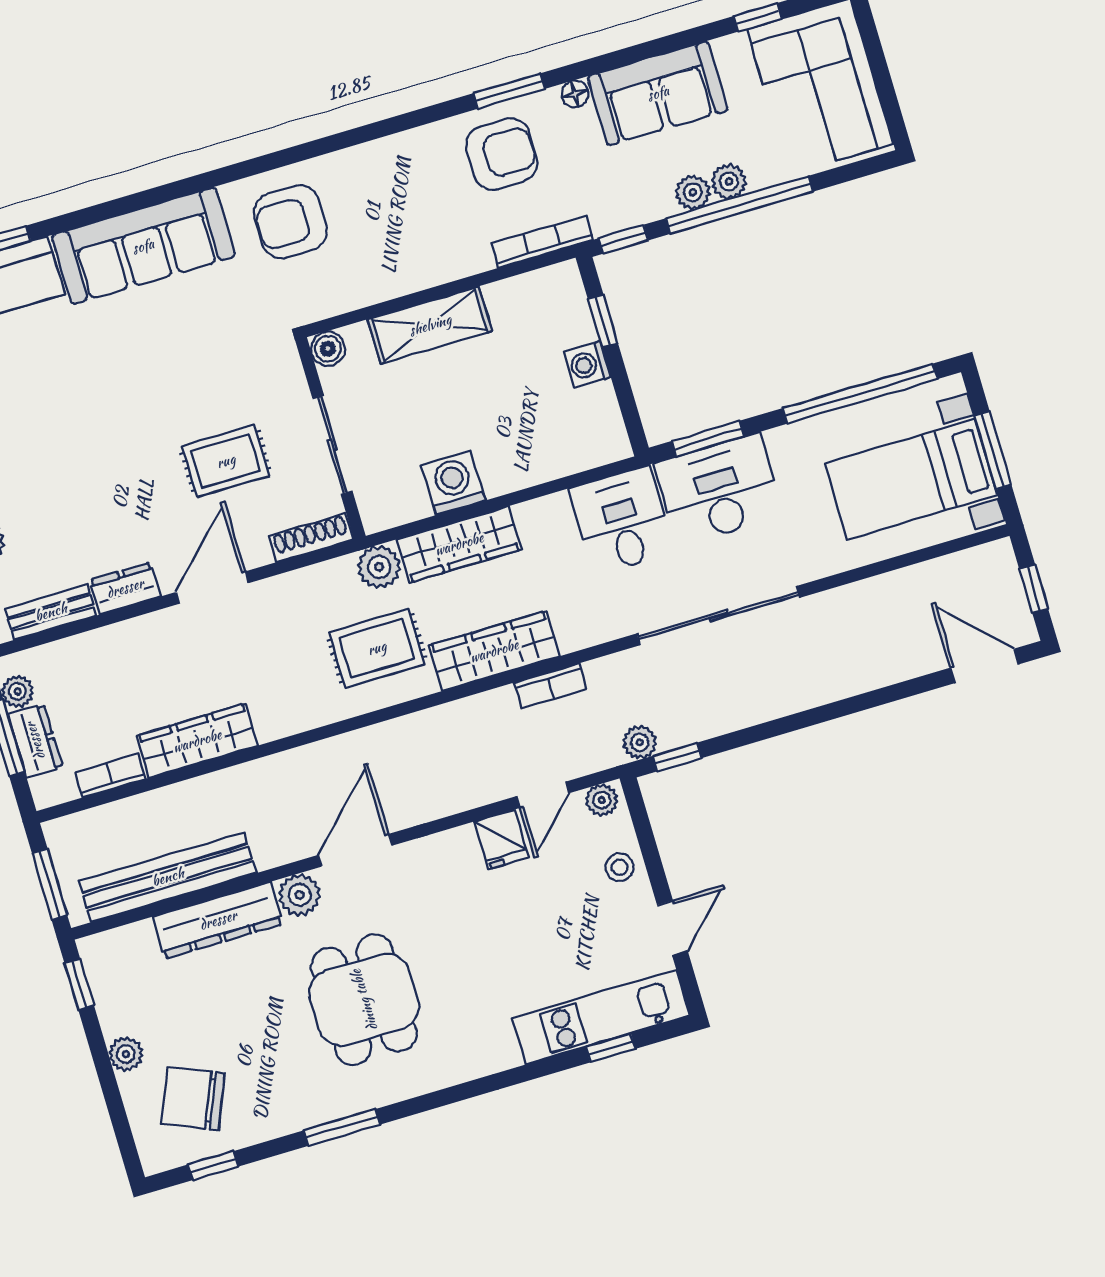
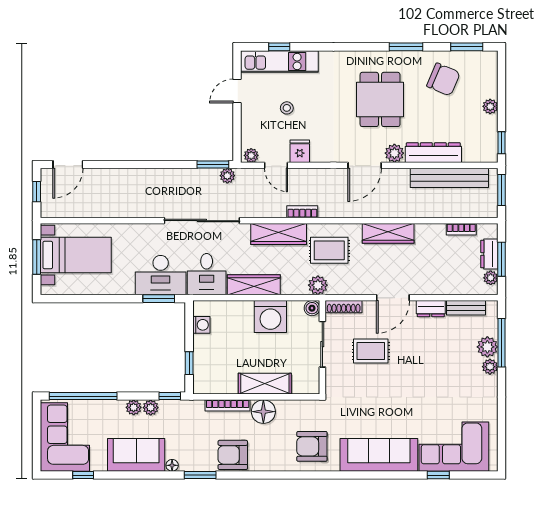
armchair: (502, 154) -> (233, 455), moved
plant: (729, 182) -> (151, 408), moved
window: (739, 205) -> (83, 396), moved
armchair: (290, 222) -> (312, 446), turned 180
bookcase: (542, 242) -> (228, 405), moved
floor lamp: (415, 265) -> (263, 412), added
boiler: (328, 349) -> (312, 308), moved
washing machine: (587, 364) -> (201, 325), moved
window: (860, 394) -> (87, 299), removed
washing machine: (453, 483) -> (270, 317), width x1.37, depth x1.37
wardrobe: (459, 544) -> (254, 285), moved
sliding door: (719, 616) -> (202, 221), moved
door: (985, 666) -> (68, 165), hinge flipped
bookcase: (550, 686) -> (302, 212), moved
wardrobe: (197, 741) -> (388, 233), moved
window: (677, 757) -> (213, 165), width x1.50
door: (543, 795) -> (276, 165), swing flipped
stool: (620, 867) -> (287, 108), moved
chair: (193, 1098) -> (443, 79), moved
window: (213, 1166) -> (467, 47), width x1.50

